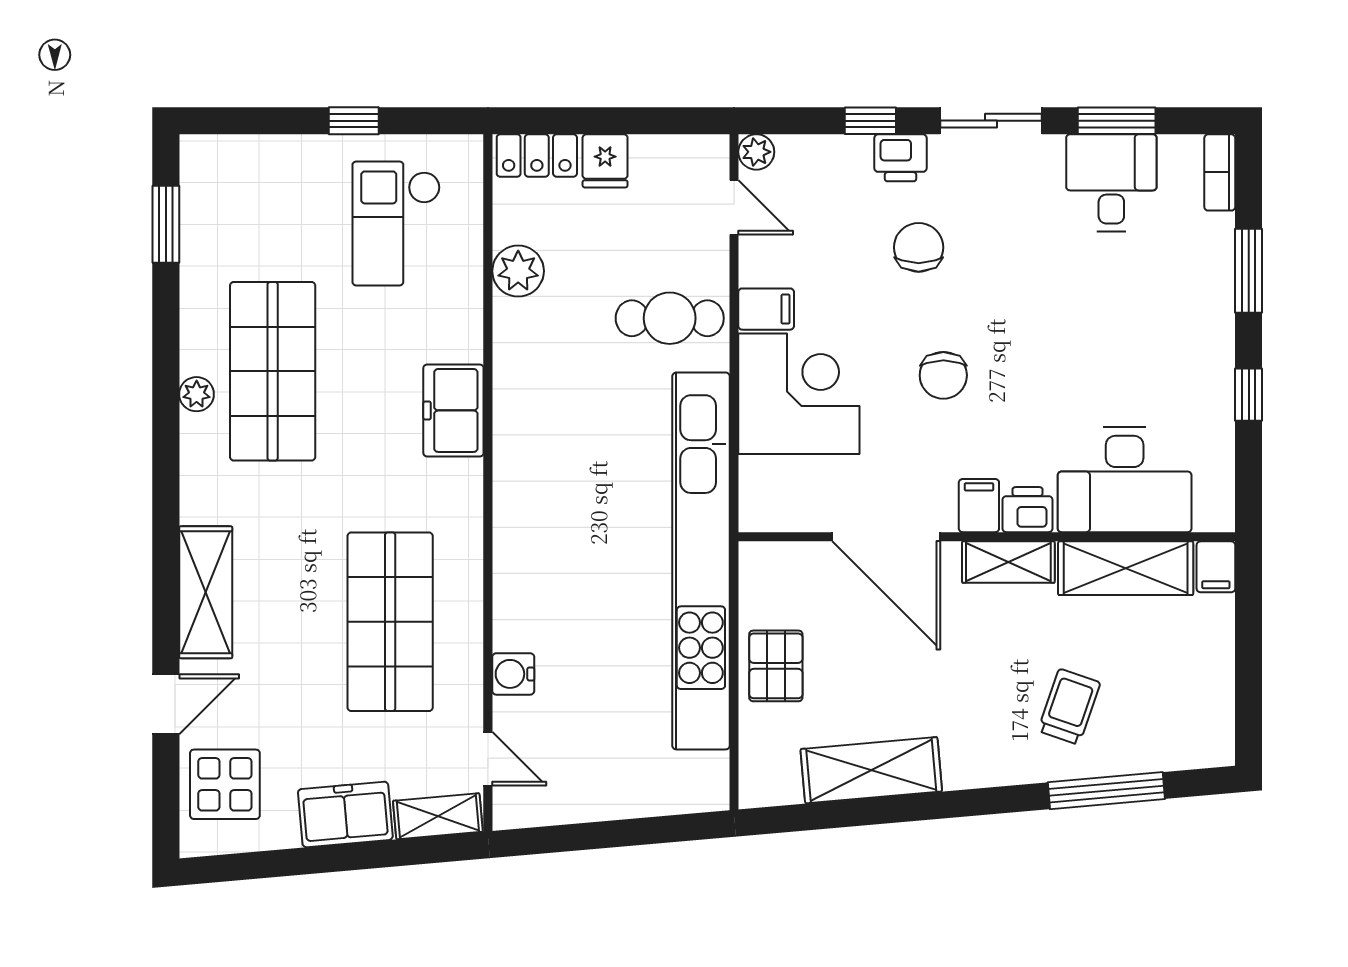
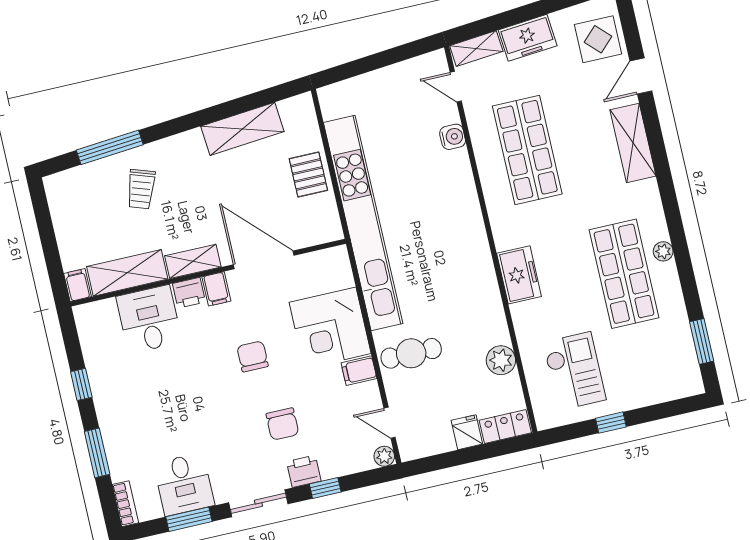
desk: (1125, 480) -> (149, 319), width x0.73

